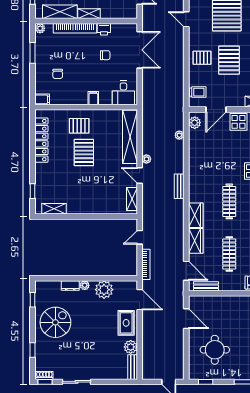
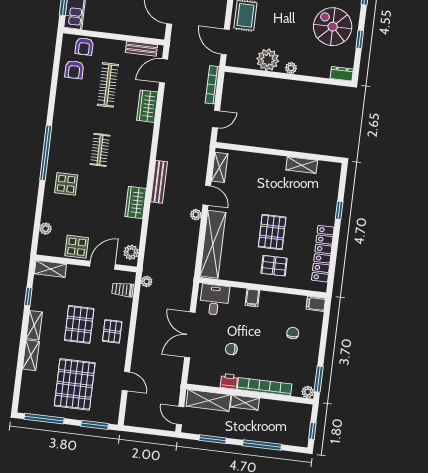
shelving: (60, 12) -> (208, 401), moved
double door: (140, 50) -> (190, 335), moved
window: (33, 53) -> (319, 379), moved
pallet: (202, 58) -> (112, 331), turned 90
plant: (179, 135) -> (147, 281), moved
bench: (179, 186) -> (159, 182), width x1.36
window: (33, 191) -> (339, 210), moved
clothes rail: (229, 201) -> (100, 150), width x0.73
shelving: (54, 209) -> (302, 165), moved
wardrobe: (196, 215) -> (136, 203), moved
door: (186, 271) -> (163, 71), hinge flipped
dresser: (70, 286) -> (342, 74), moved
window: (33, 300) -> (360, 39), moved
spiral stairs: (55, 322) -> (333, 27), turned 90

